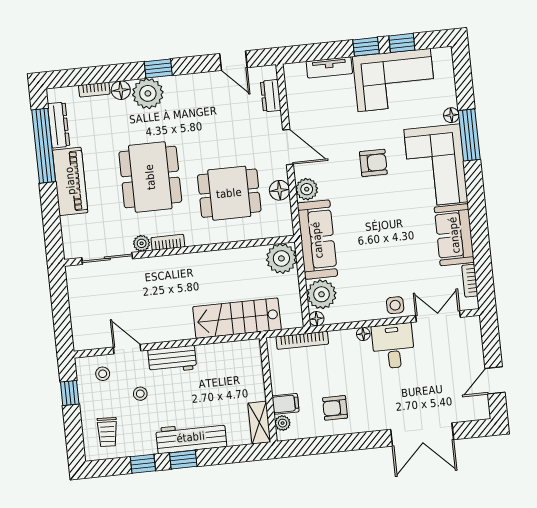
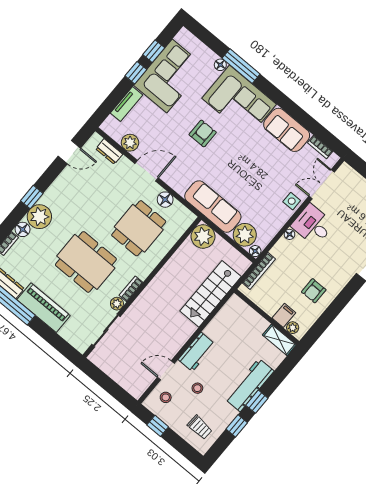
plant: (307, 189) -> (130, 143), moved

